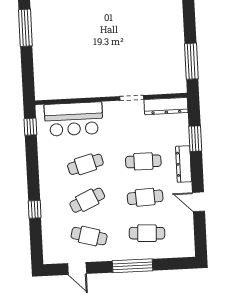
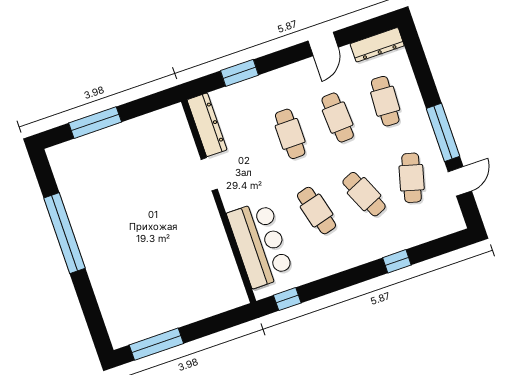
window: (191, 61) -> (95, 123), moved
dresser: (184, 164) -> (377, 45), moved
window: (133, 266) -> (443, 132), moved

